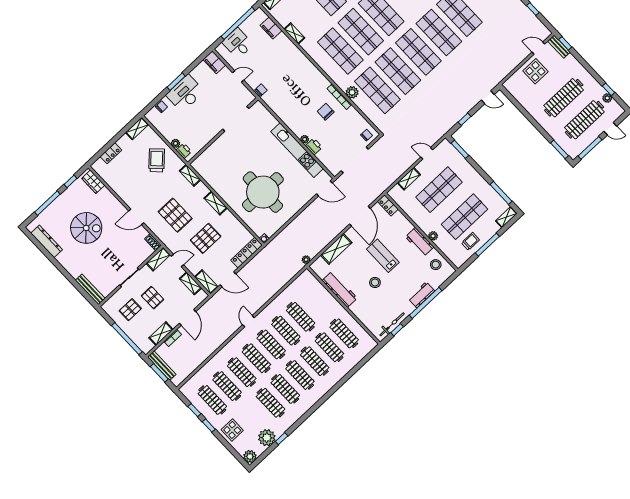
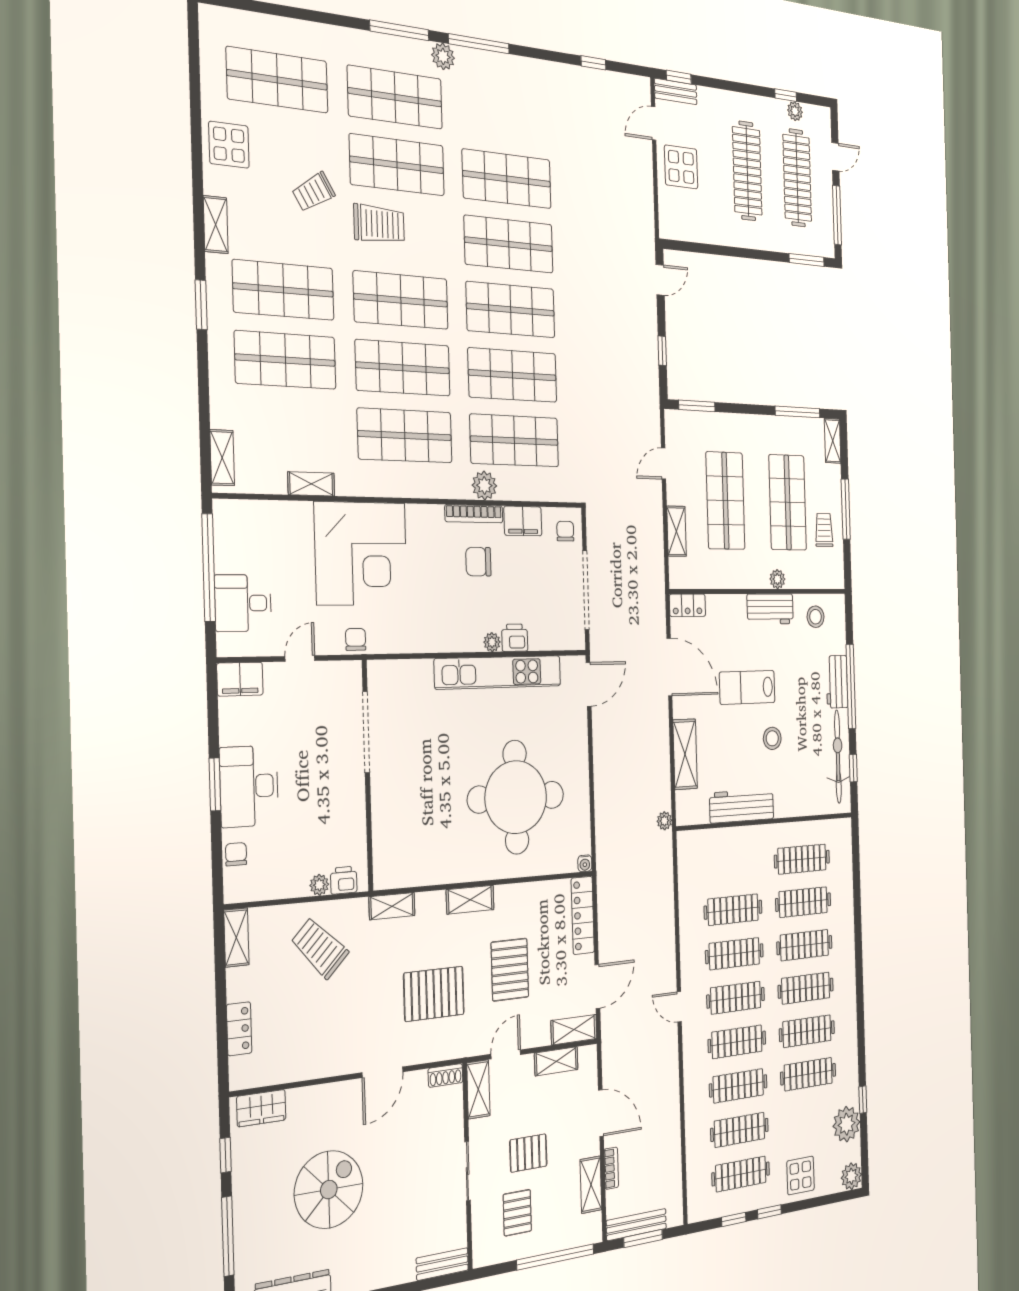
filing cabinet: (271, 28) -> (523, 521), moved
corner desk: (289, 69) -> (361, 554), added
bench: (90, 289) -> (442, 1264), width x0.73
bicycle: (392, 324) -> (838, 757), width x1.37, depth x1.40

